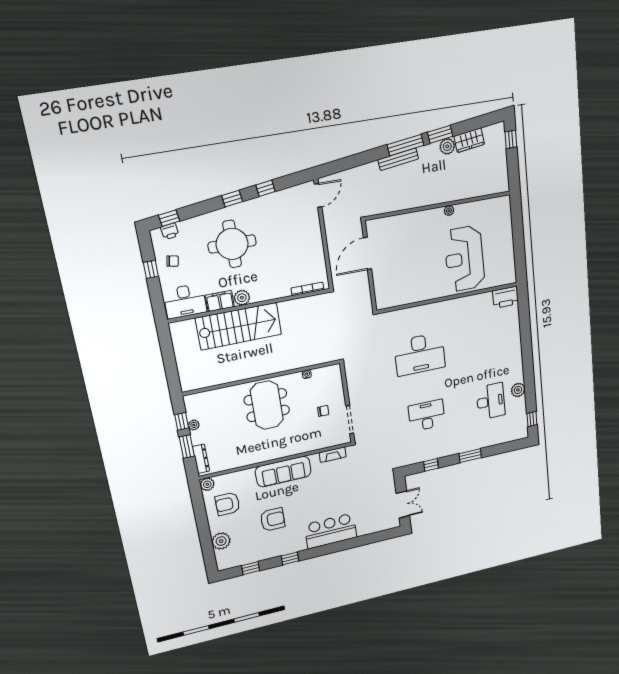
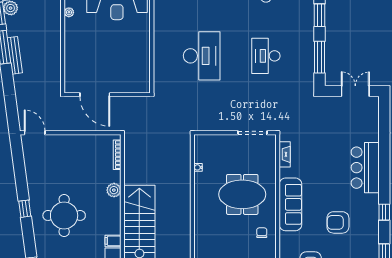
window: (266, 188) -> (21, 178), removed
plant: (242, 298) -> (114, 190), moved
filing cabinet: (220, 301) -> (113, 241), width x0.50
meeting table: (267, 405) -> (242, 194), moved
chair: (323, 411) -> (262, 233), moved
window: (431, 465) -> (319, 57), width x2.17
armchair: (273, 519) -> (338, 222), turned -90

